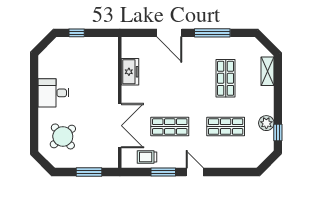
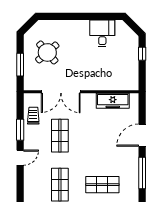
freezer: (130, 72) -> (113, 101), width x1.40
desk: (53, 93) -> (102, 33), moved
round table: (63, 136) -> (47, 52), moved

